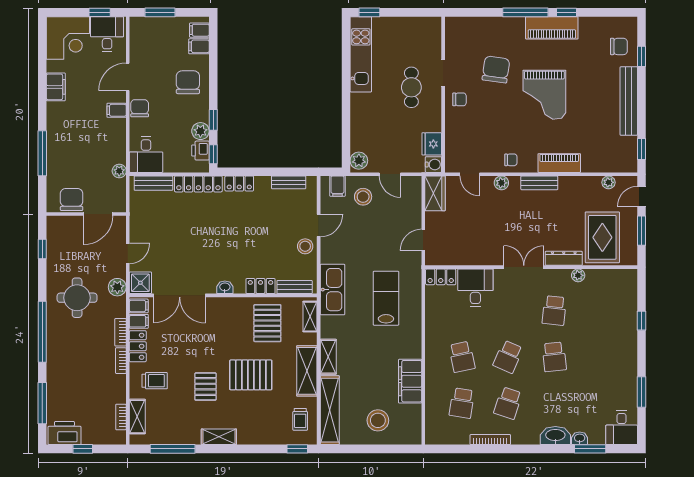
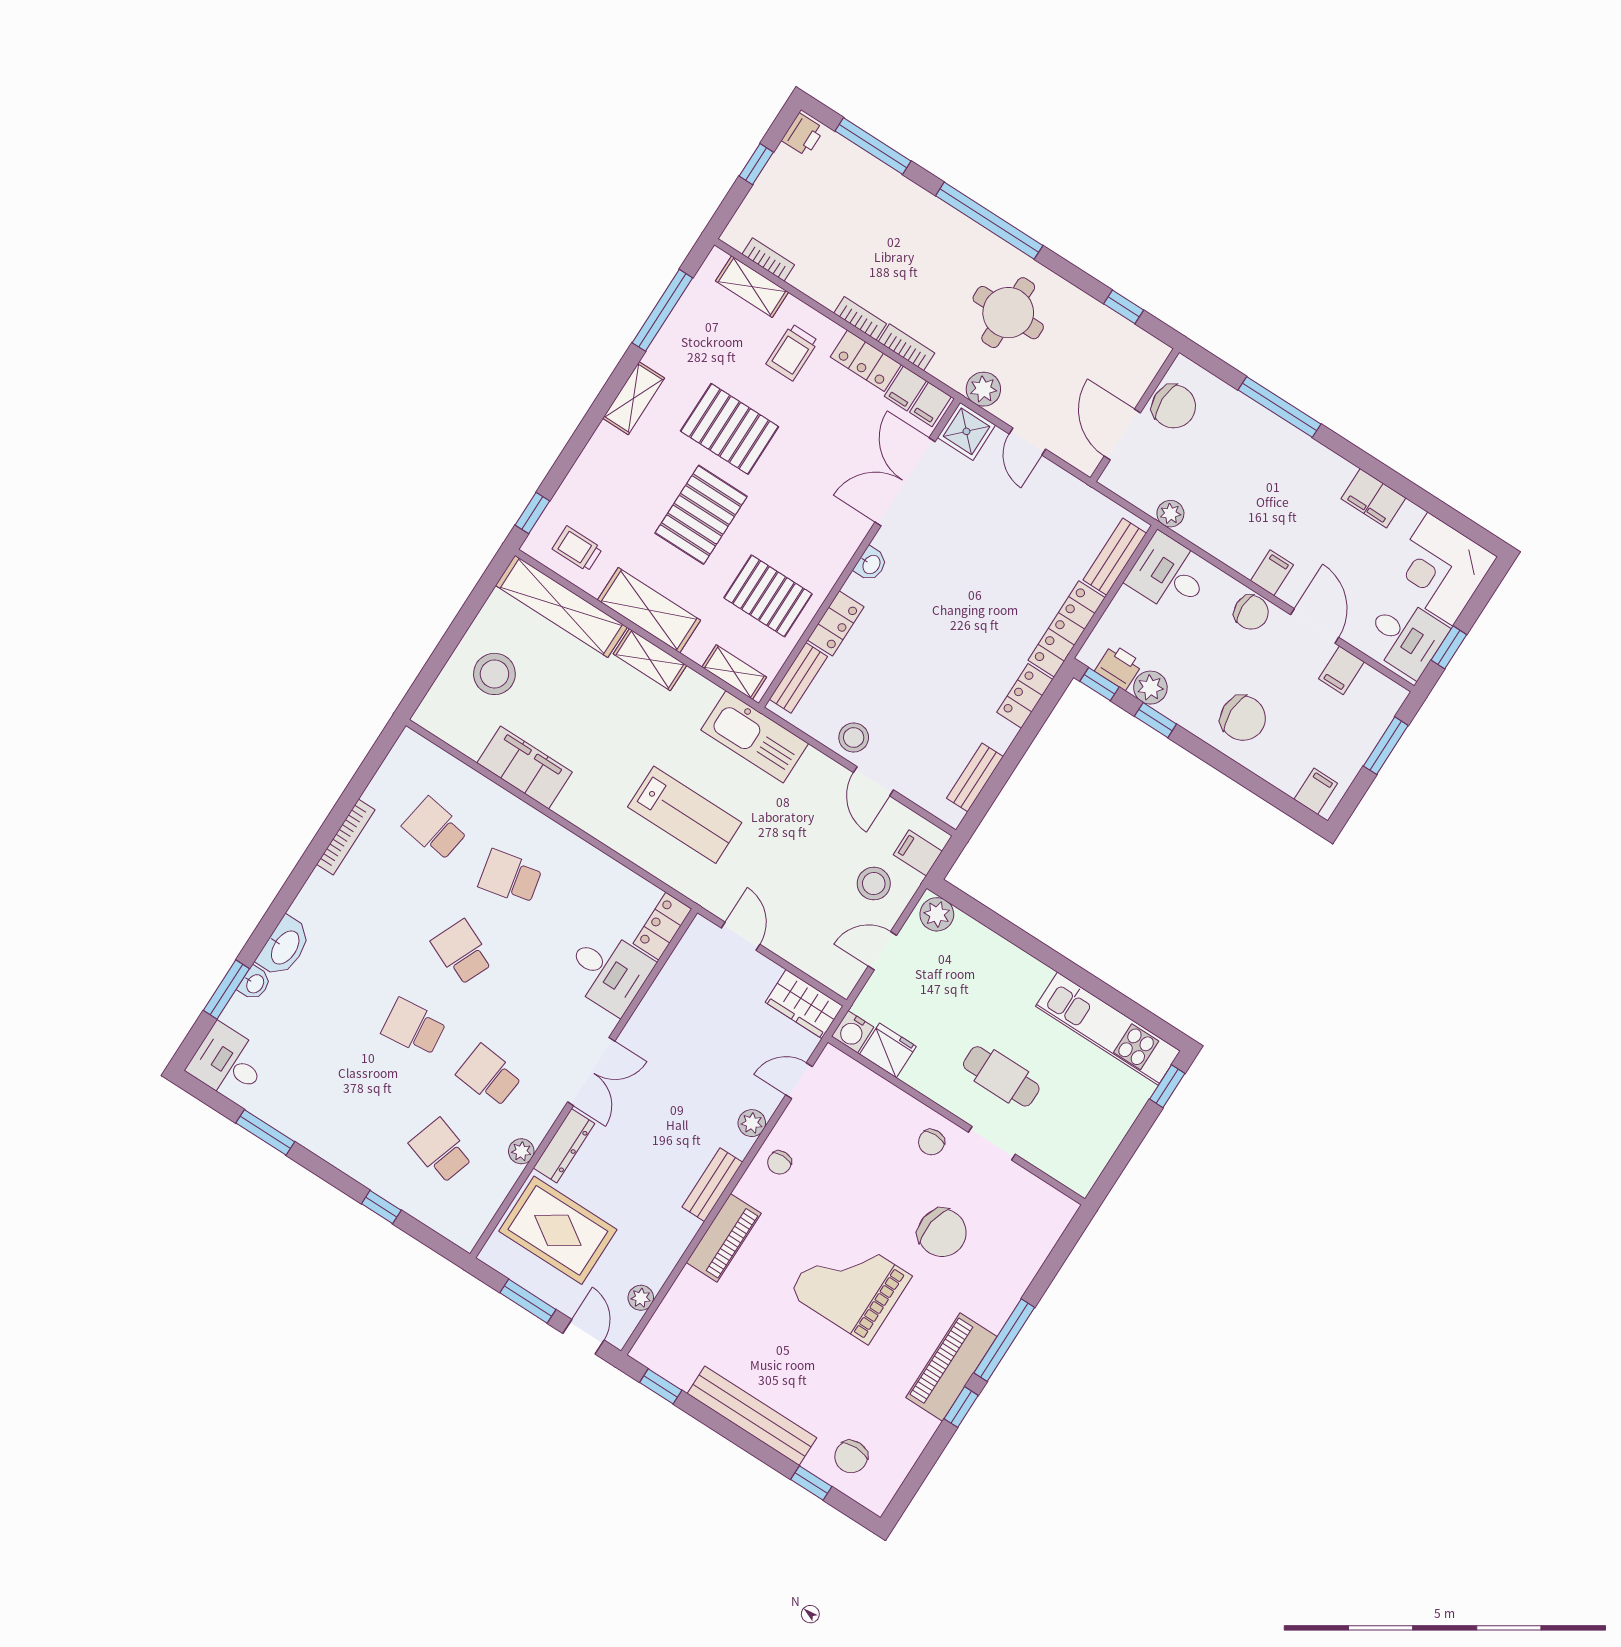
filing cabinet: (199, 46) -> (1341, 670), moved, turned 180
pallet: (205, 387) -> (730, 429), width x1.50, depth x1.42
school desk: (508, 403) -> (441, 1151), moved
printer: (64, 433) -> (803, 135), width x0.53, depth x0.68

